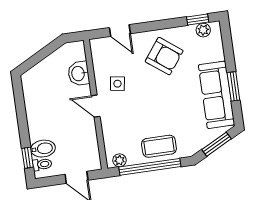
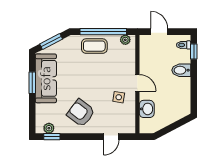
door: (120, 31) -> (111, 137), swing flipped
bidet: (43, 149) -> (181, 70), moved

